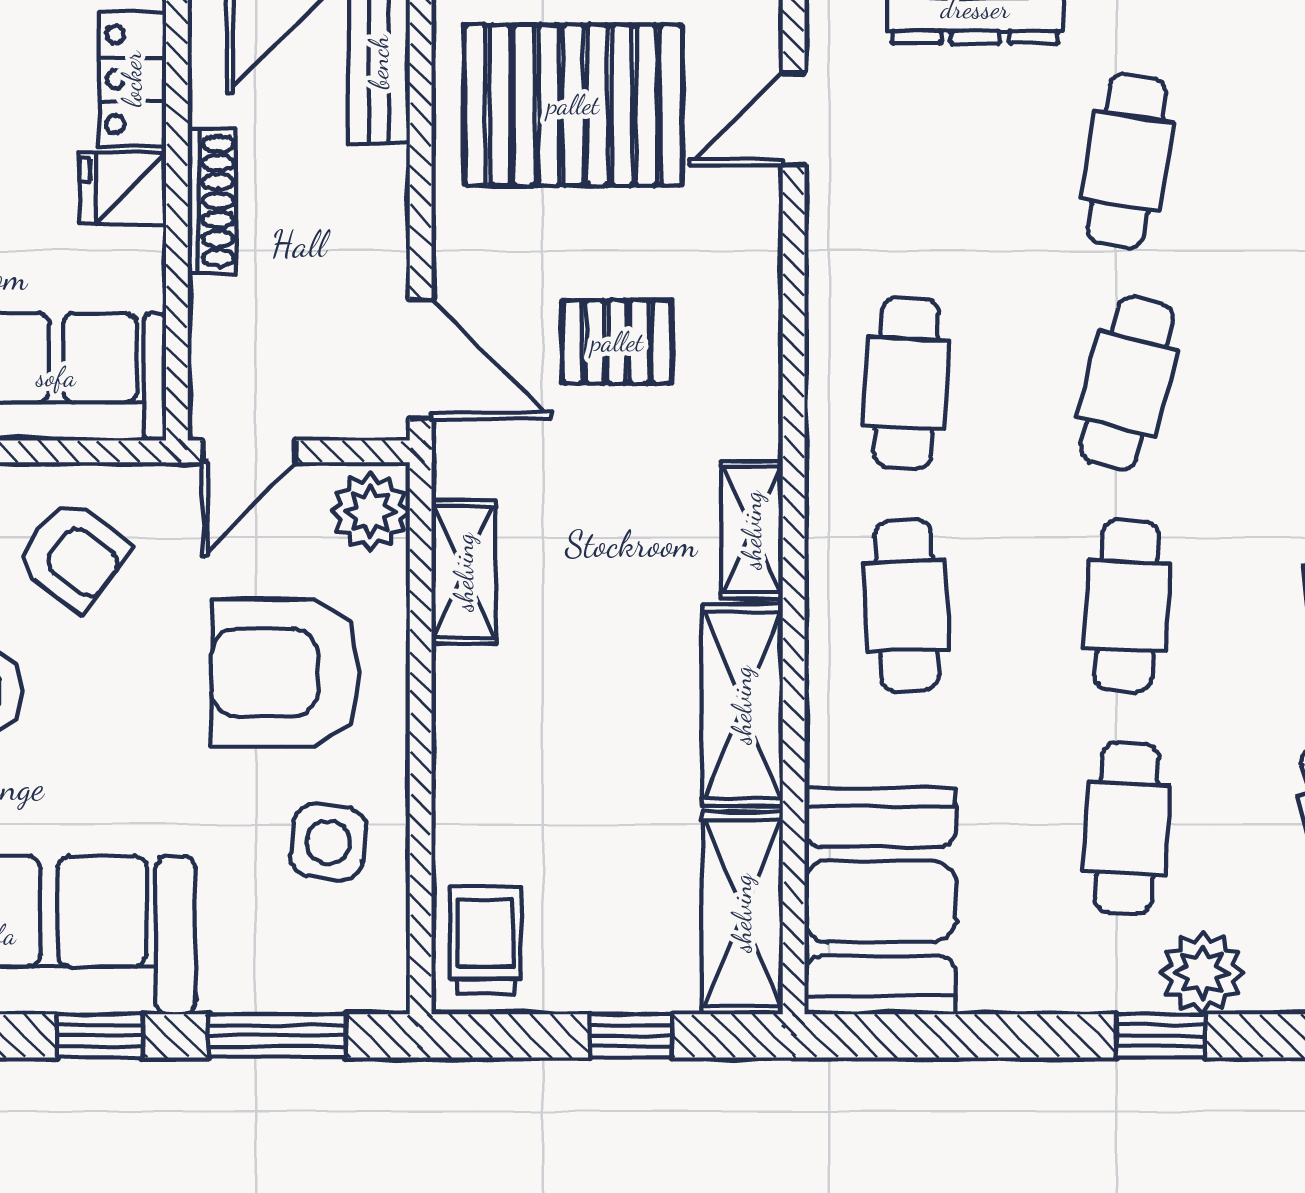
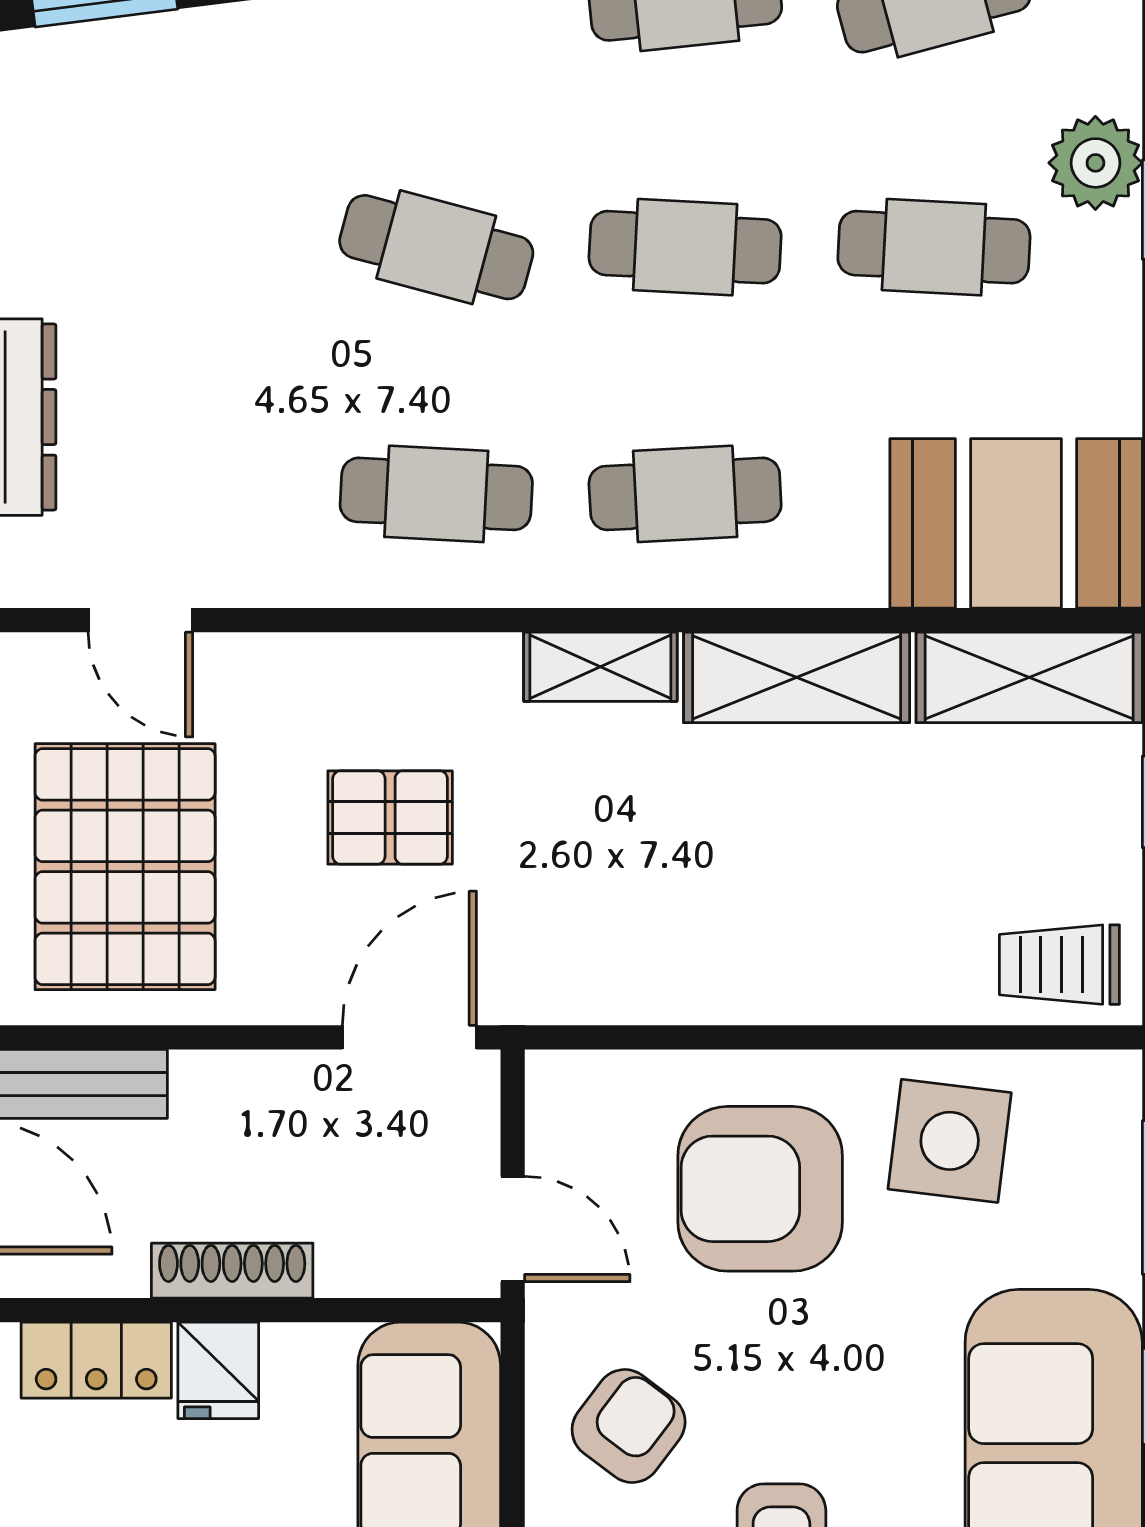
cafe table: (1127, 161) -> (187, 247), removed
pallet: (617, 342) -> (390, 818), turned 90
plant: (370, 512) -> (580, 1094), removed
shelving: (464, 572) -> (647, 989), removed
armchair: (285, 673) -> (760, 1189), turned 90
side table: (328, 842) -> (950, 1141), width x1.37, depth x1.37

